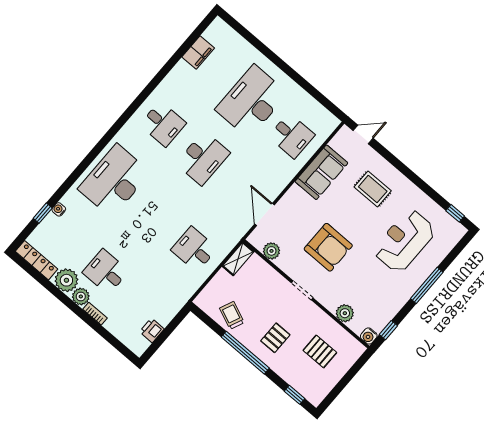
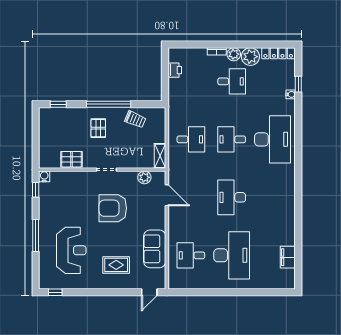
desk: (163, 124) -> (232, 139), moved
plant: (345, 313) -> (70, 178), removed
pallet: (320, 351) -> (71, 159), moved

